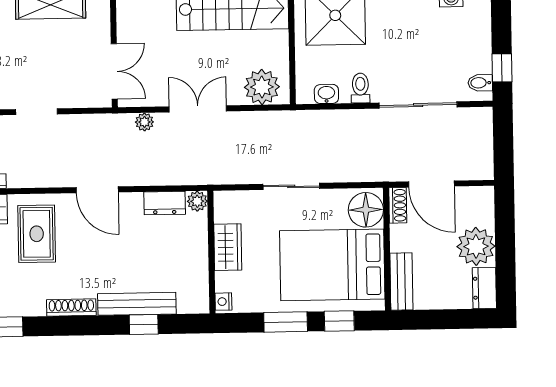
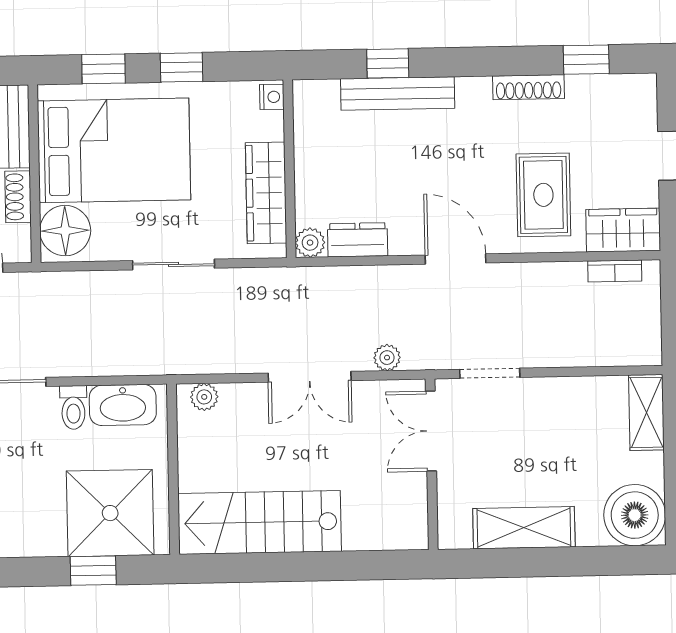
plant: (262, 87) -> (204, 397), width x0.53, depth x0.53
washbasin: (326, 94) -> (123, 405), width x1.91, depth x1.45
doorway: (37, 112) -> (490, 373), moved
shoe rack: (398, 205) -> (18, 197), moved
wardrobe: (228, 247) -> (266, 193), width x1.50
shoe rack: (71, 307) -> (529, 87), moved
window: (286, 322) -> (182, 67), width x0.67

